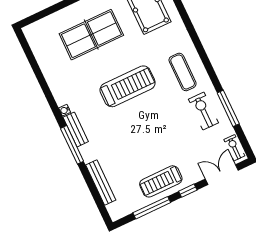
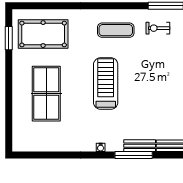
exercise bike: (203, 111) -> (158, 28), width x0.73, depth x0.72
bench: (76, 129) -> (140, 146), moved

